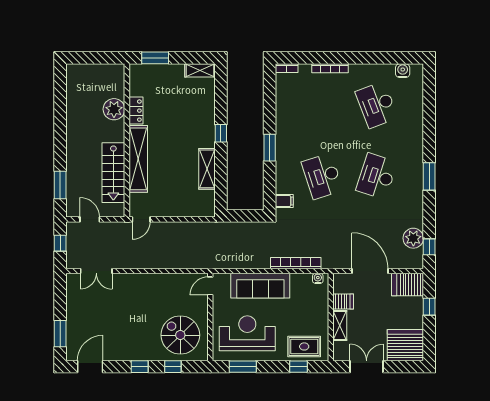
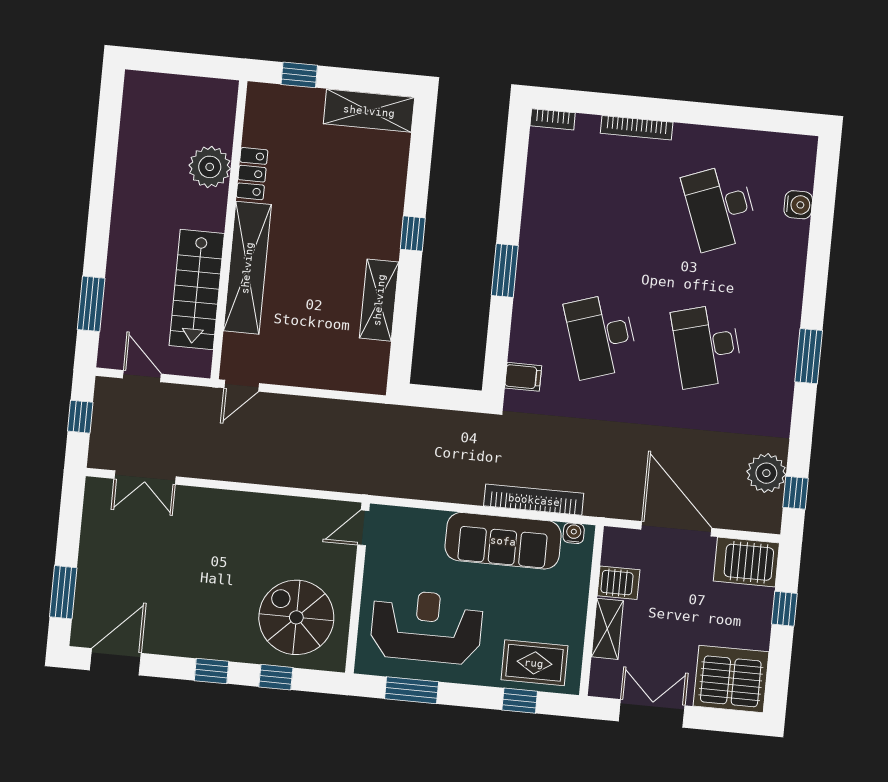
window: (155, 58) -> (299, 75), width x0.67
shelving: (200, 70) -> (369, 111), width x1.50, depth x1.33
water cooler: (403, 71) -> (798, 205), moved, turned 90
desk: (377, 176) -> (707, 346), turned -33
sofa: (260, 286) -> (503, 541), moved

